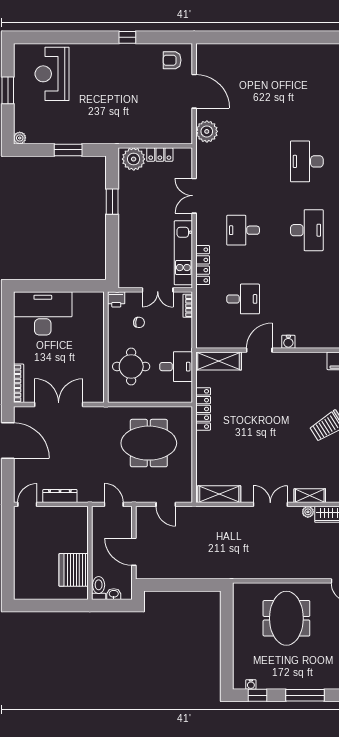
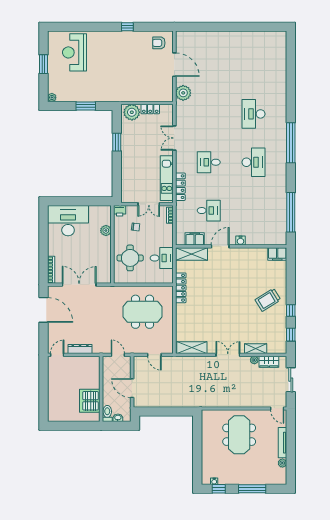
plant: (97, 327) -> (106, 231), added
filing cabinet: (223, 339) -> (195, 239), added

